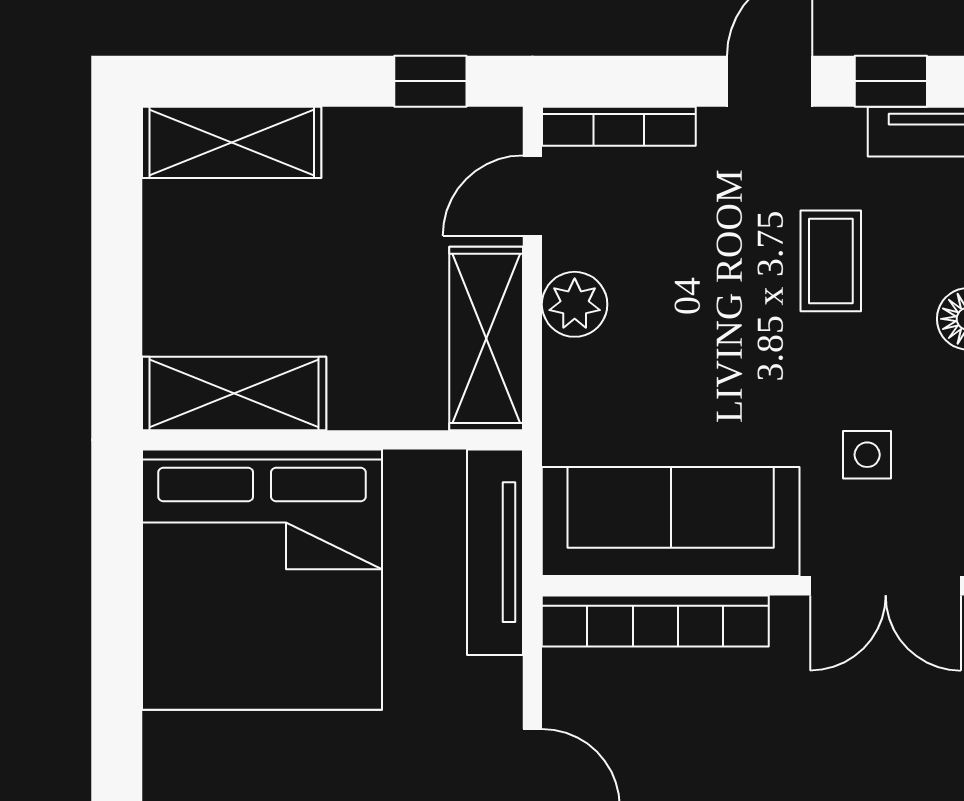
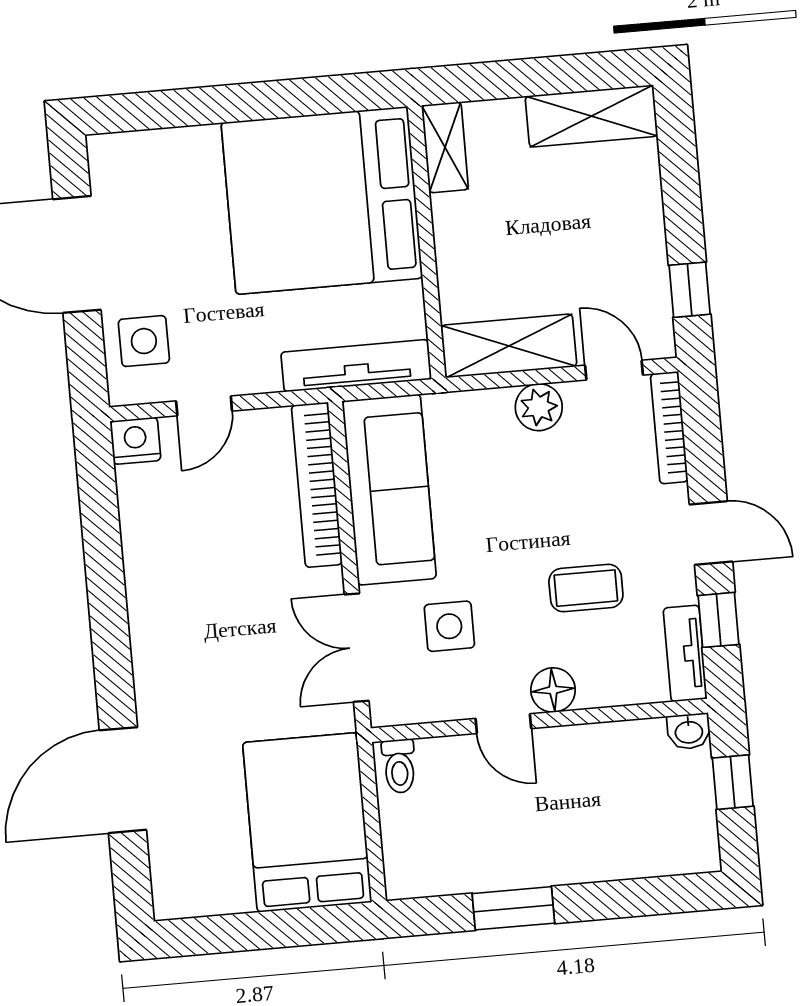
shelving: (232, 142) -> (591, 116), moved, turned 90
shelving: (234, 393) -> (445, 147), width x0.67, depth x0.75
side table: (867, 455) -> (449, 626), width x1.37, depth x1.37

